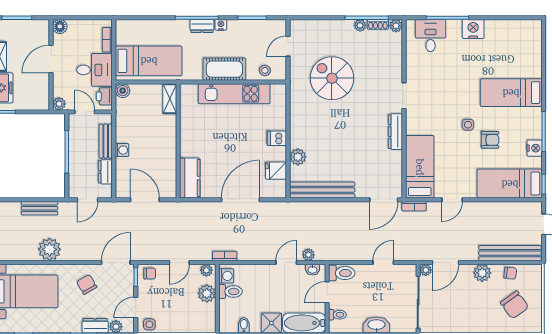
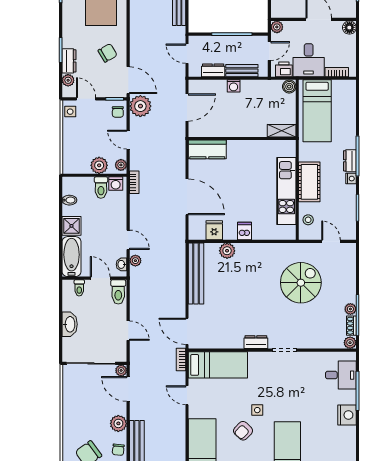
dresser: (395, 132) -> (256, 342), width x0.70
armchair: (490, 140) -> (243, 431), turned 44
plant: (50, 249) -> (140, 106), moved

